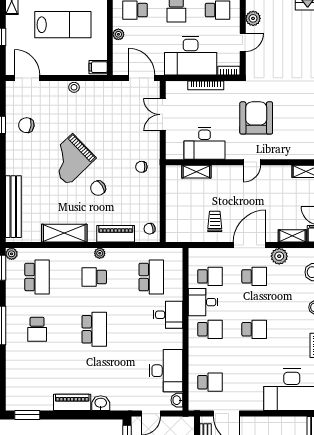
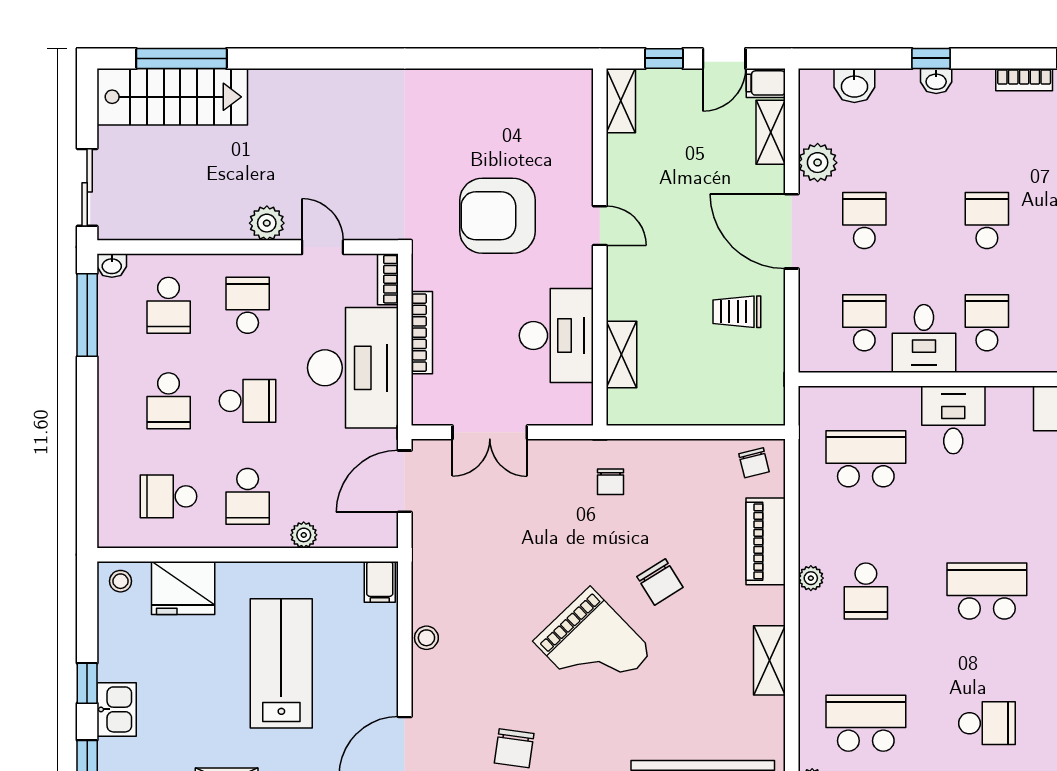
shelving: (64, 233) -> (769, 660), width x0.67, depth x0.75

